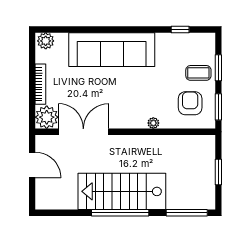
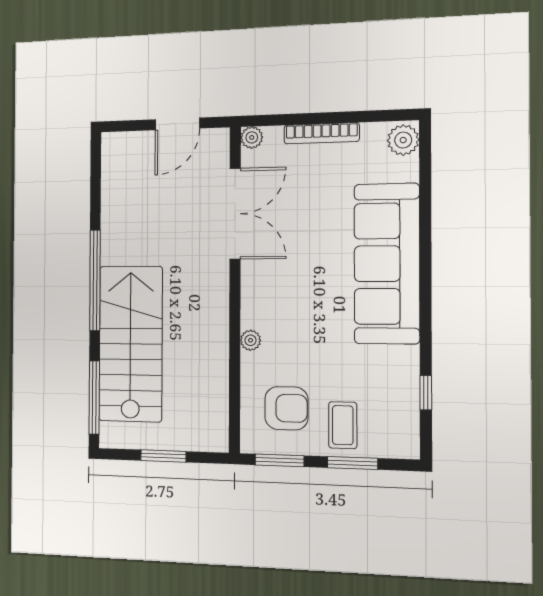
plant: (47, 117) -> (252, 137), width x0.53, depth x0.53
stairs: (122, 191) -> (131, 344), moved

